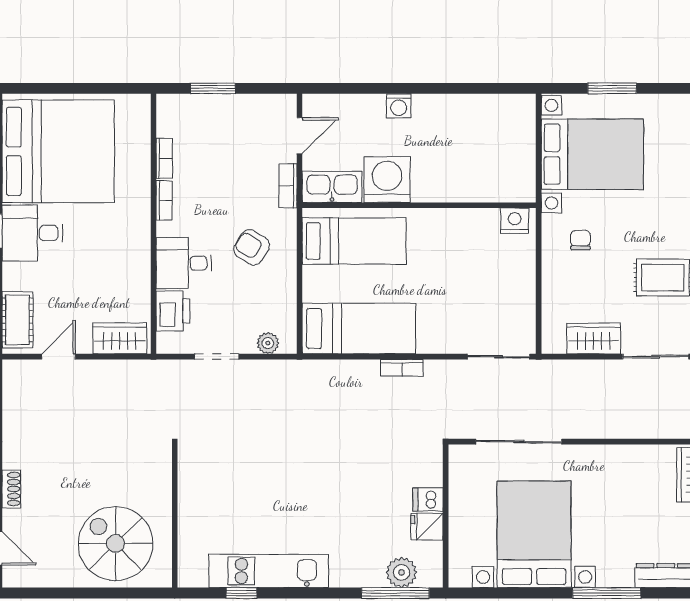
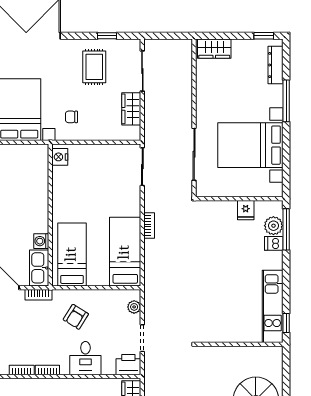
washing machine: (387, 180) -> (41, 241), width x0.53, depth x0.53
printer: (173, 311) -> (128, 365), moved
dishwasher: (428, 499) -> (274, 243), moved, turned 90
wall: (175, 516) -> (239, 344), moved

